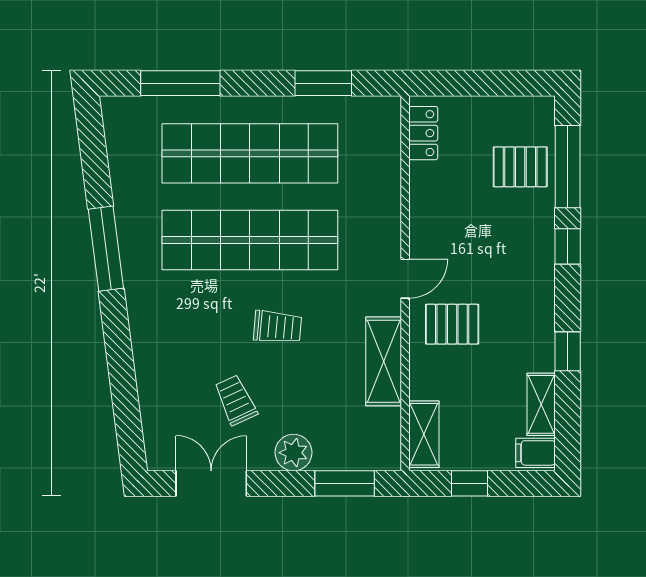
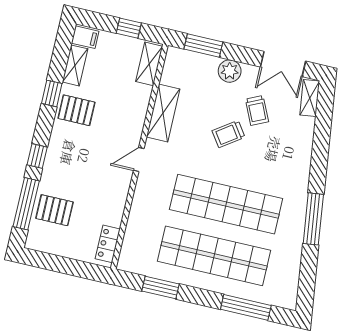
pallet: (452, 324) -> (76, 110), moved
trolley: (277, 327) -> (228, 134), moved, turned -40
shelving: (156, 439) -> (310, 98), added

